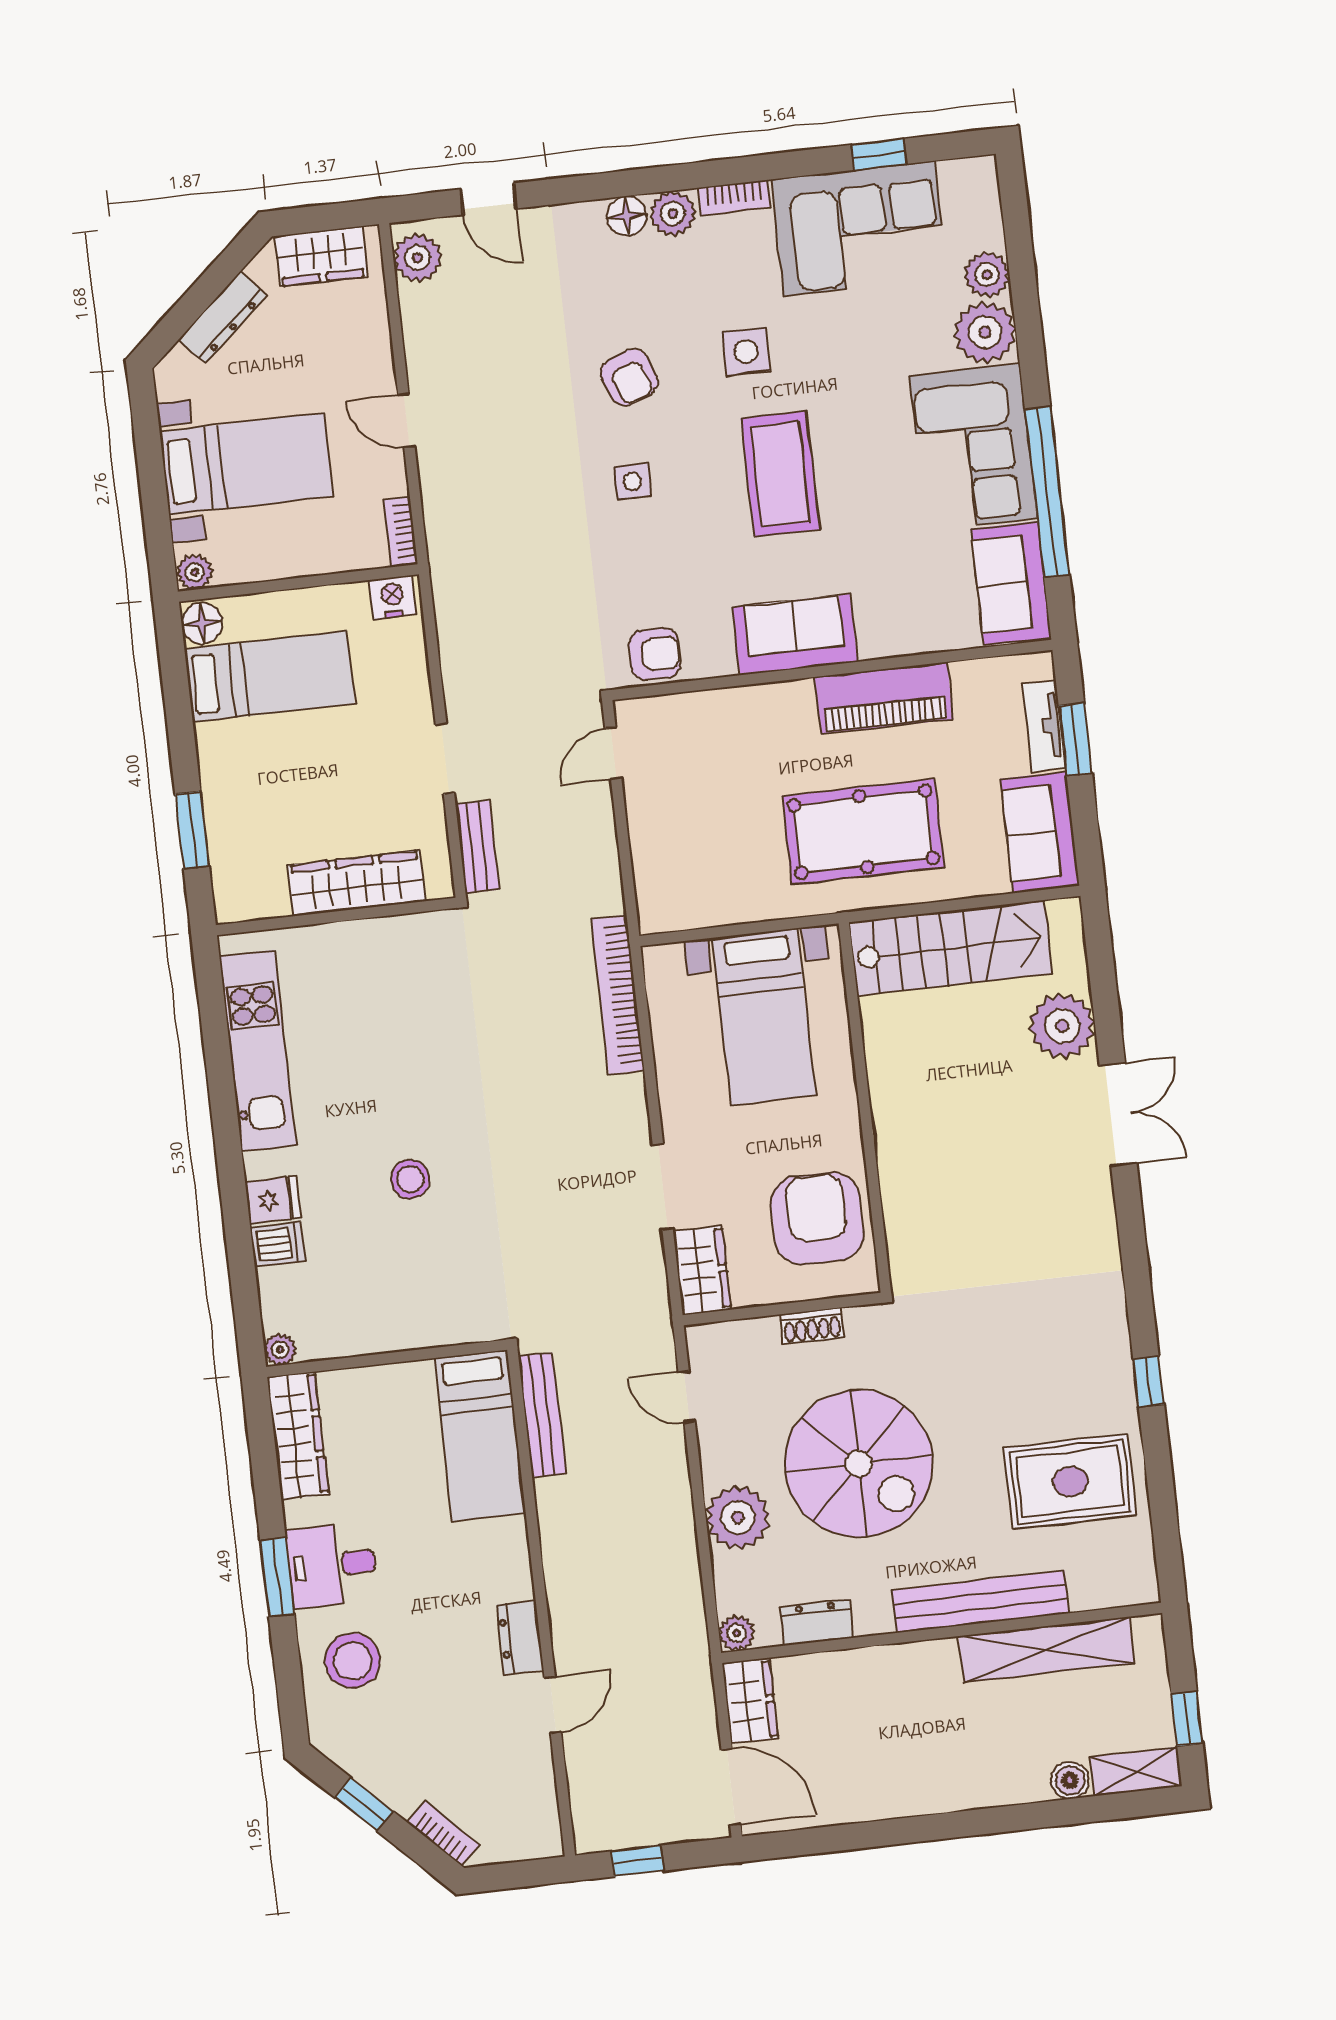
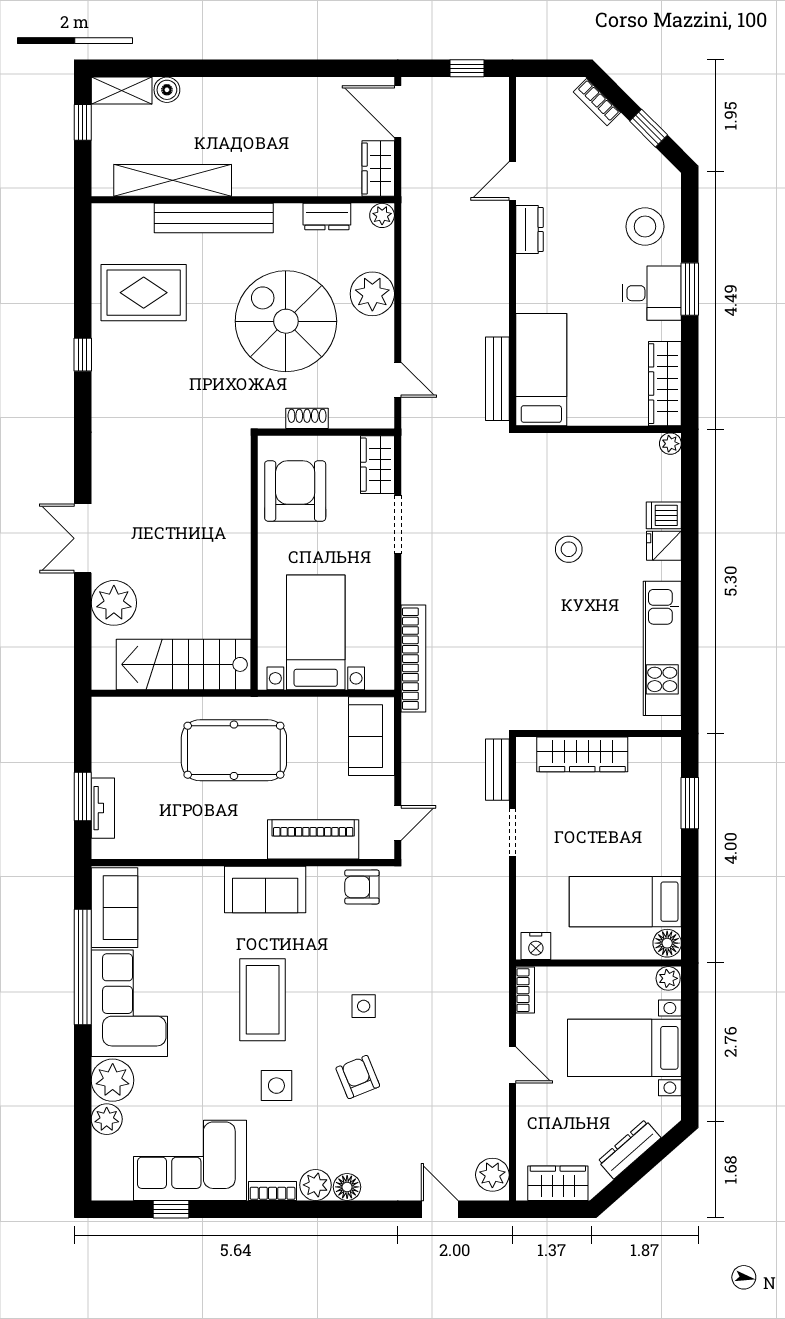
piano: (884, 698) -> (313, 839), moved
sofa: (1040, 832) -> (372, 736), moved, turned 180
armchair: (817, 1218) -> (295, 491), turned 180

